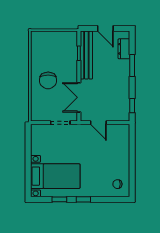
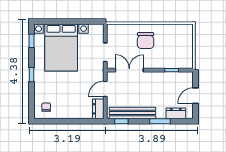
bench: (86, 55) -> (132, 113), moved
chair: (48, 80) -> (146, 41), turned -90
dresser: (119, 130) -> (98, 109), added
bed with nightstands: (55, 176) -> (61, 48), width x1.36
window: (59, 199) -> (32, 41), moved

